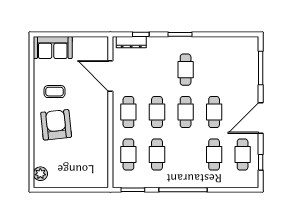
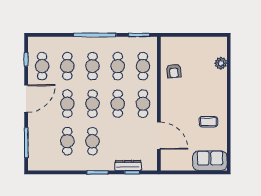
dresser: (131, 42) -> (128, 165), moved
cafe table: (214, 70) -> (67, 141), added
armchair: (56, 125) -> (174, 71), moved, width x0.53, depth x0.53
cafe table: (186, 155) -> (93, 66), added
plant: (40, 174) -> (221, 63), moved

